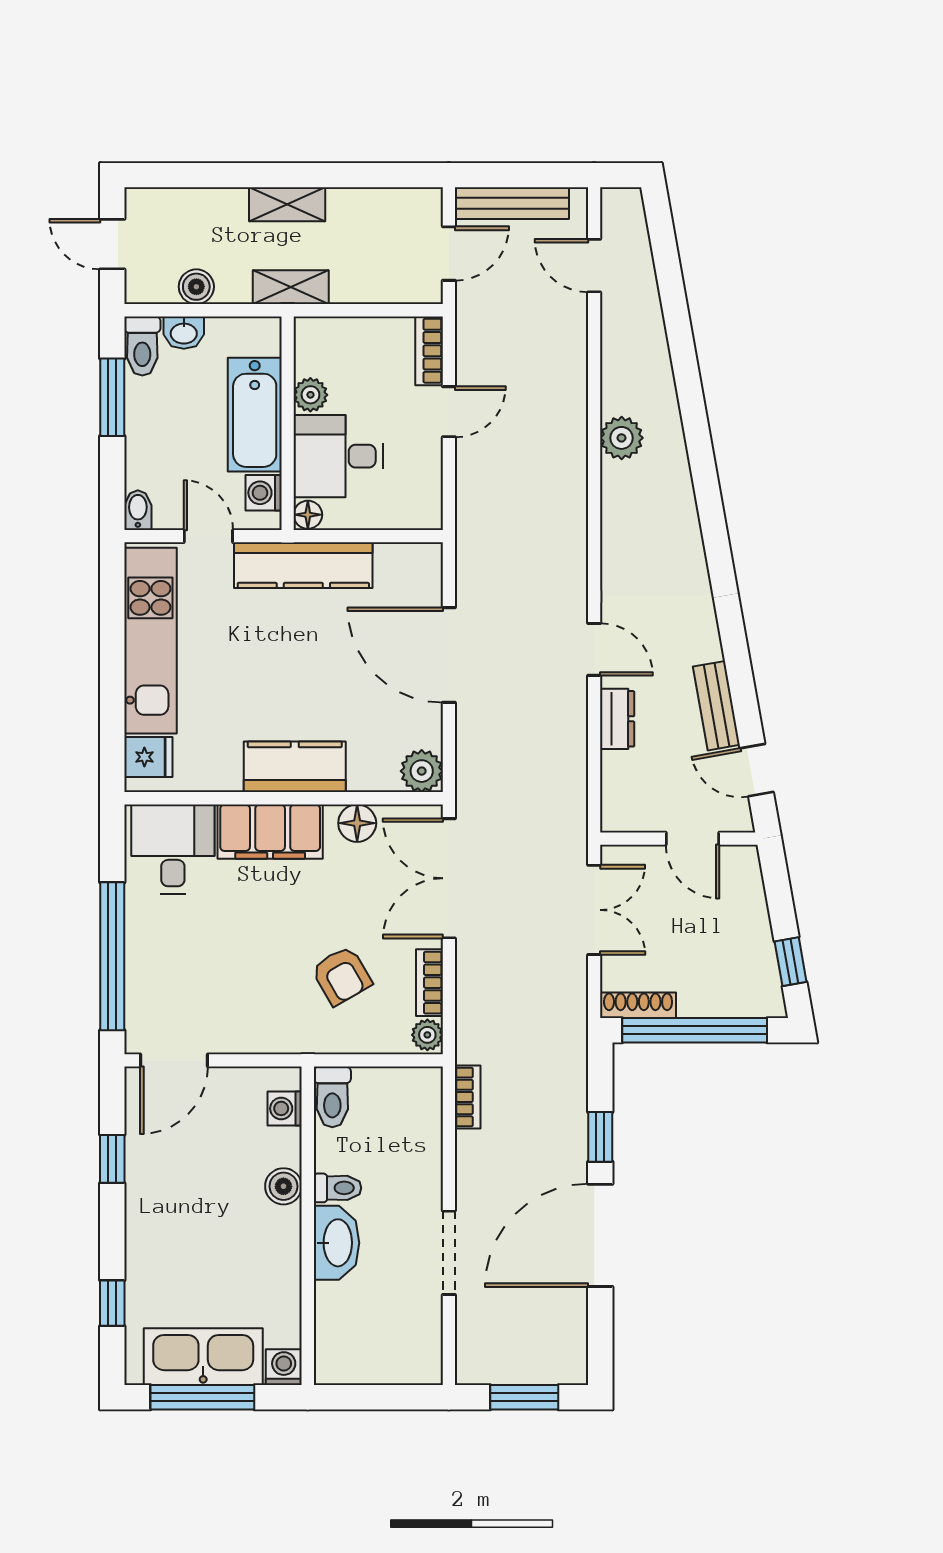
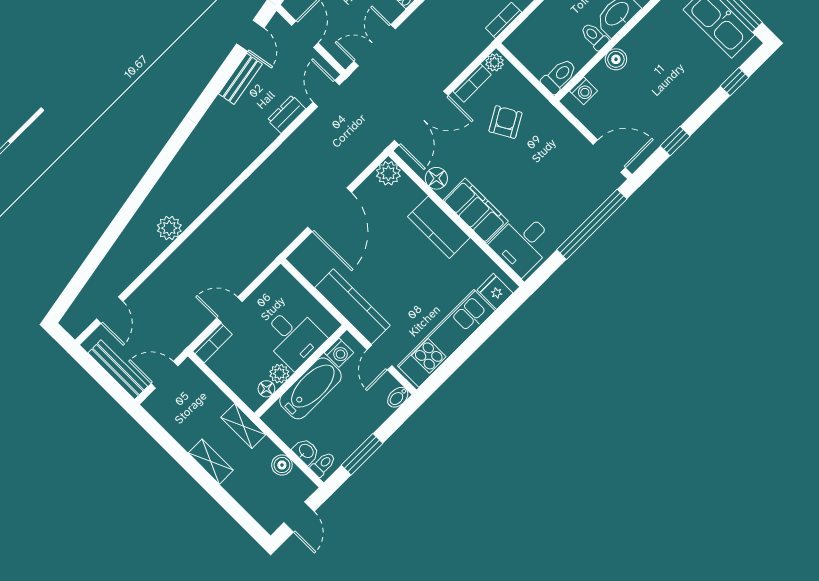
toilet: (142, 346) -> (323, 464), width x0.73, depth x0.72
floor lamp: (308, 515) -> (266, 389), moved
door: (594, 649) -> (326, 94), moved

